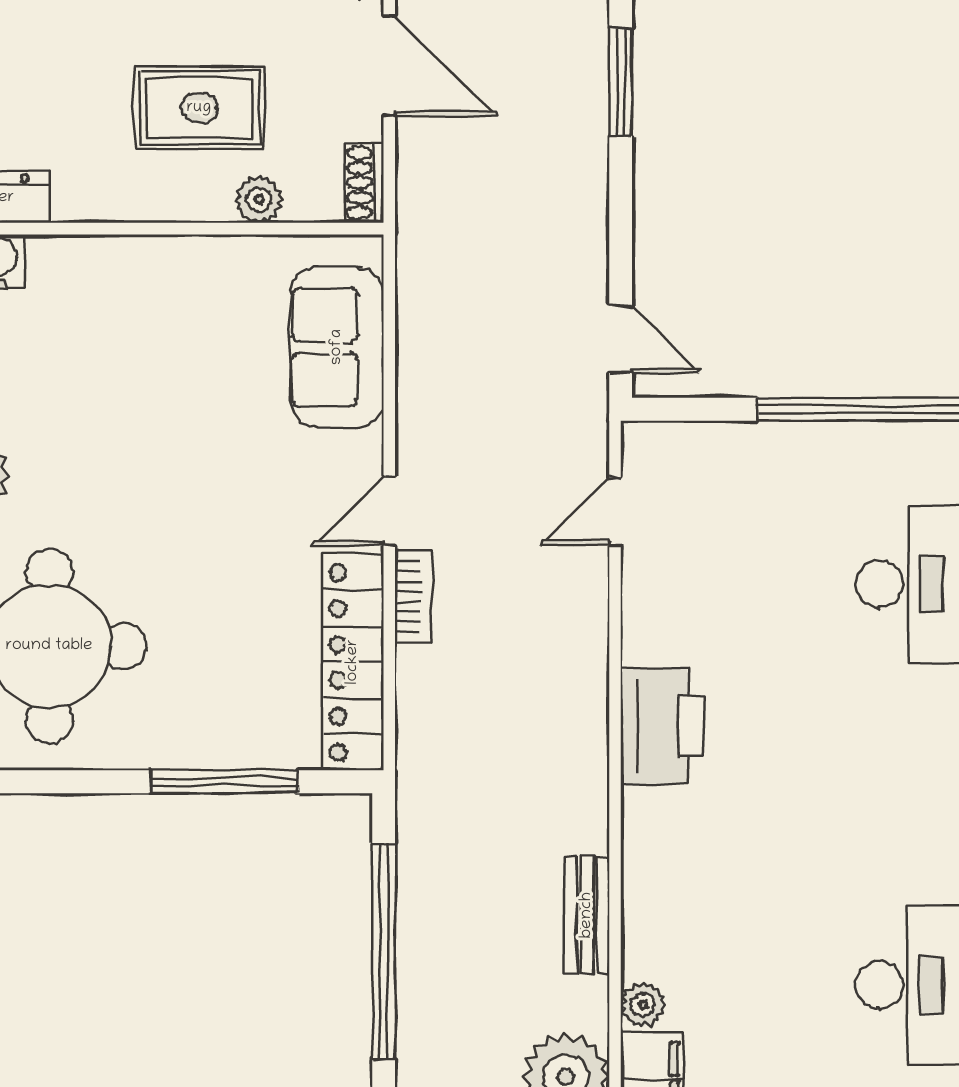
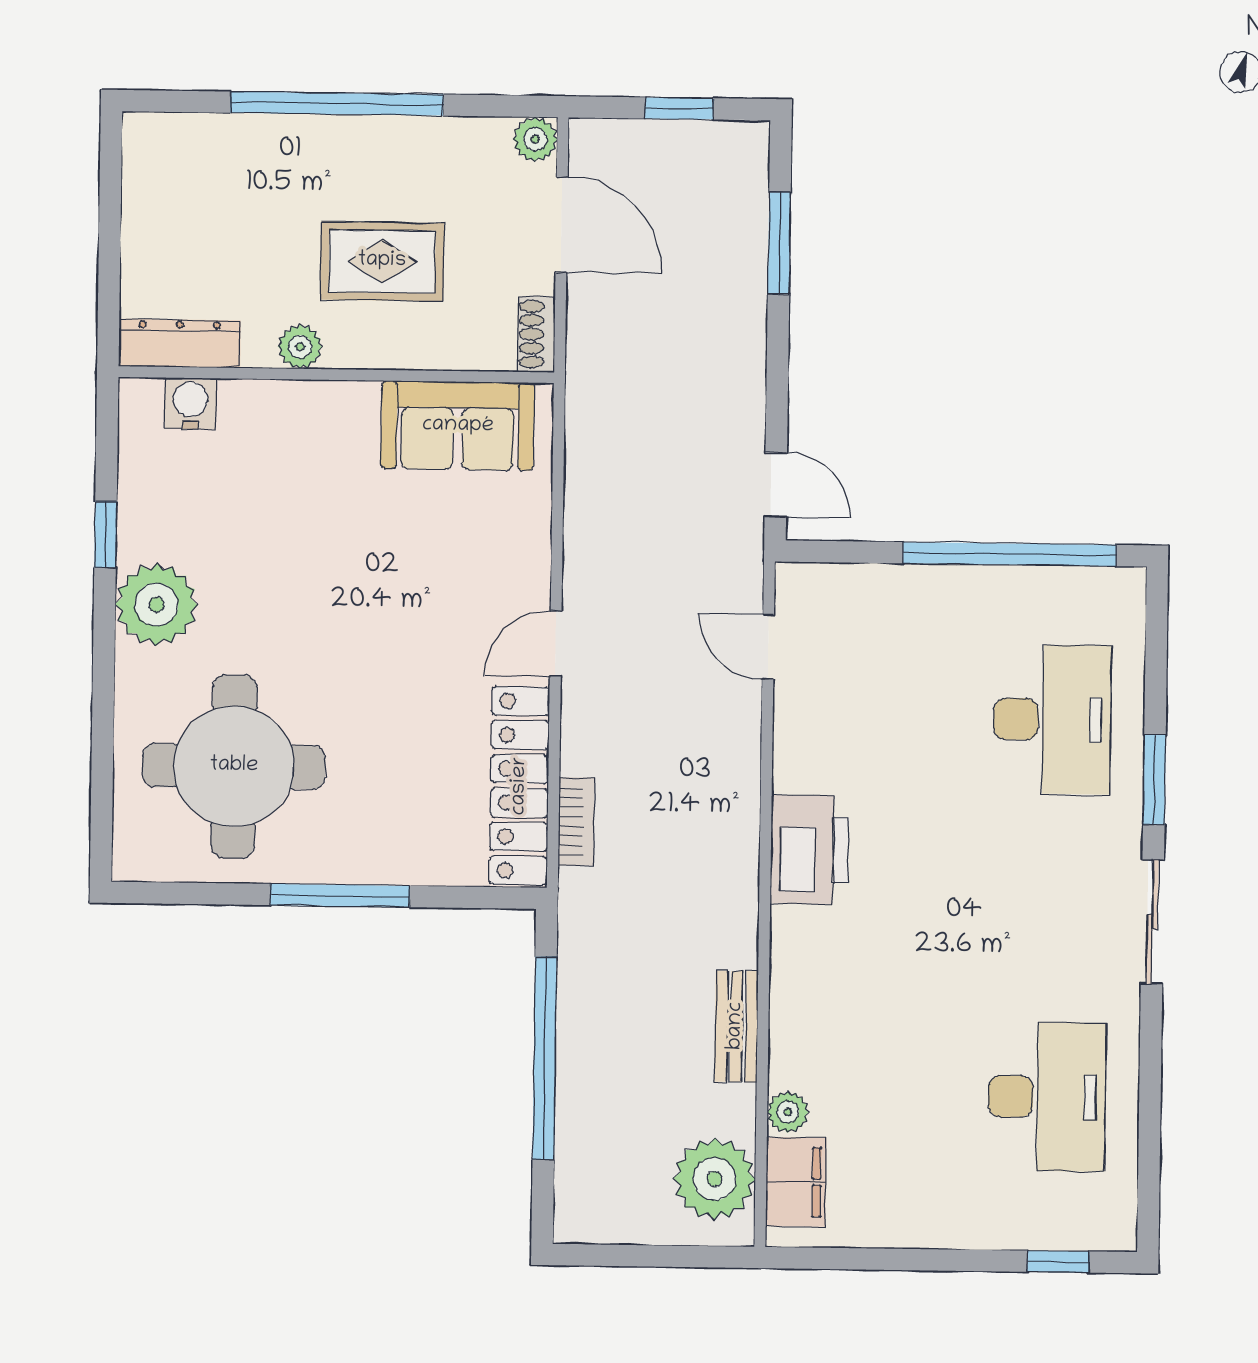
plant: (259, 199) -> (300, 347), moved
sofa: (337, 347) -> (458, 426), moved, turned -90
door: (615, 511) -> (768, 647), hinge flipped
bookcase: (414, 596) -> (576, 821), moved
window: (225, 782) -> (340, 896), moved

